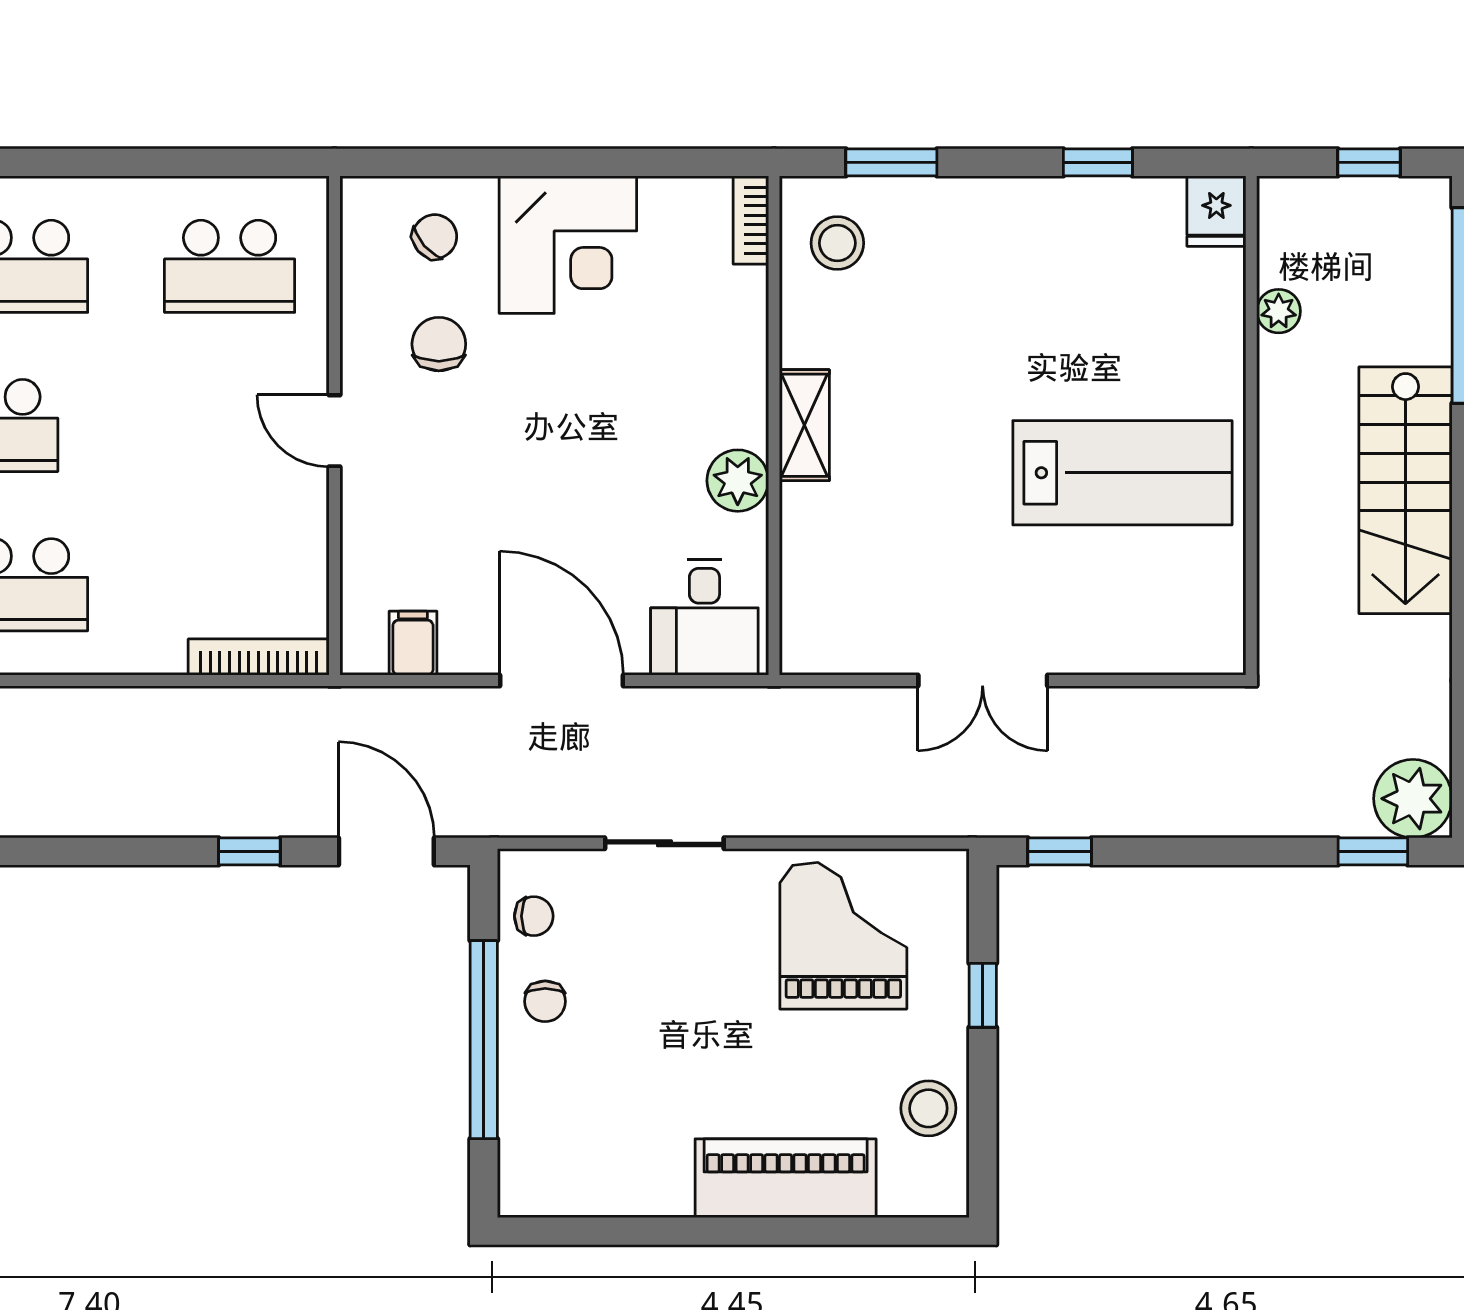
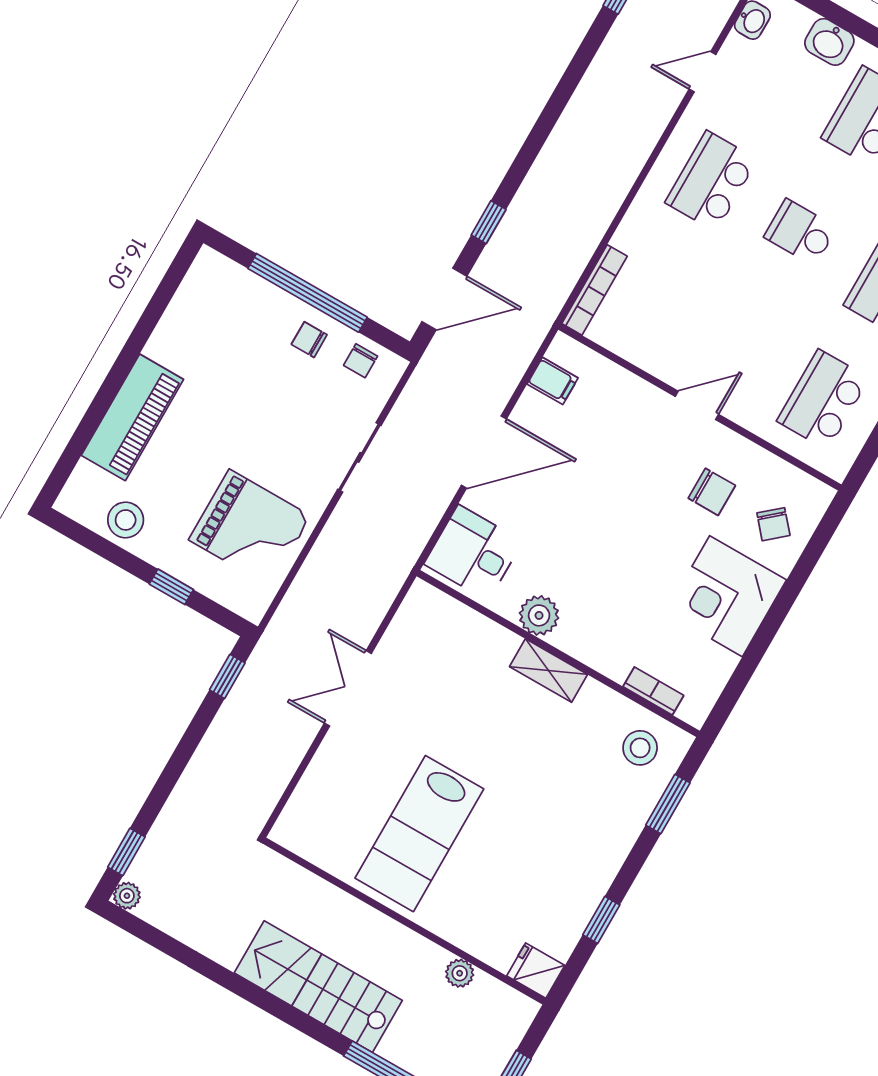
bookcase: (751, 220) -> (653, 691), moved
plant: (1413, 799) -> (127, 896), width x0.53, depth x0.53

